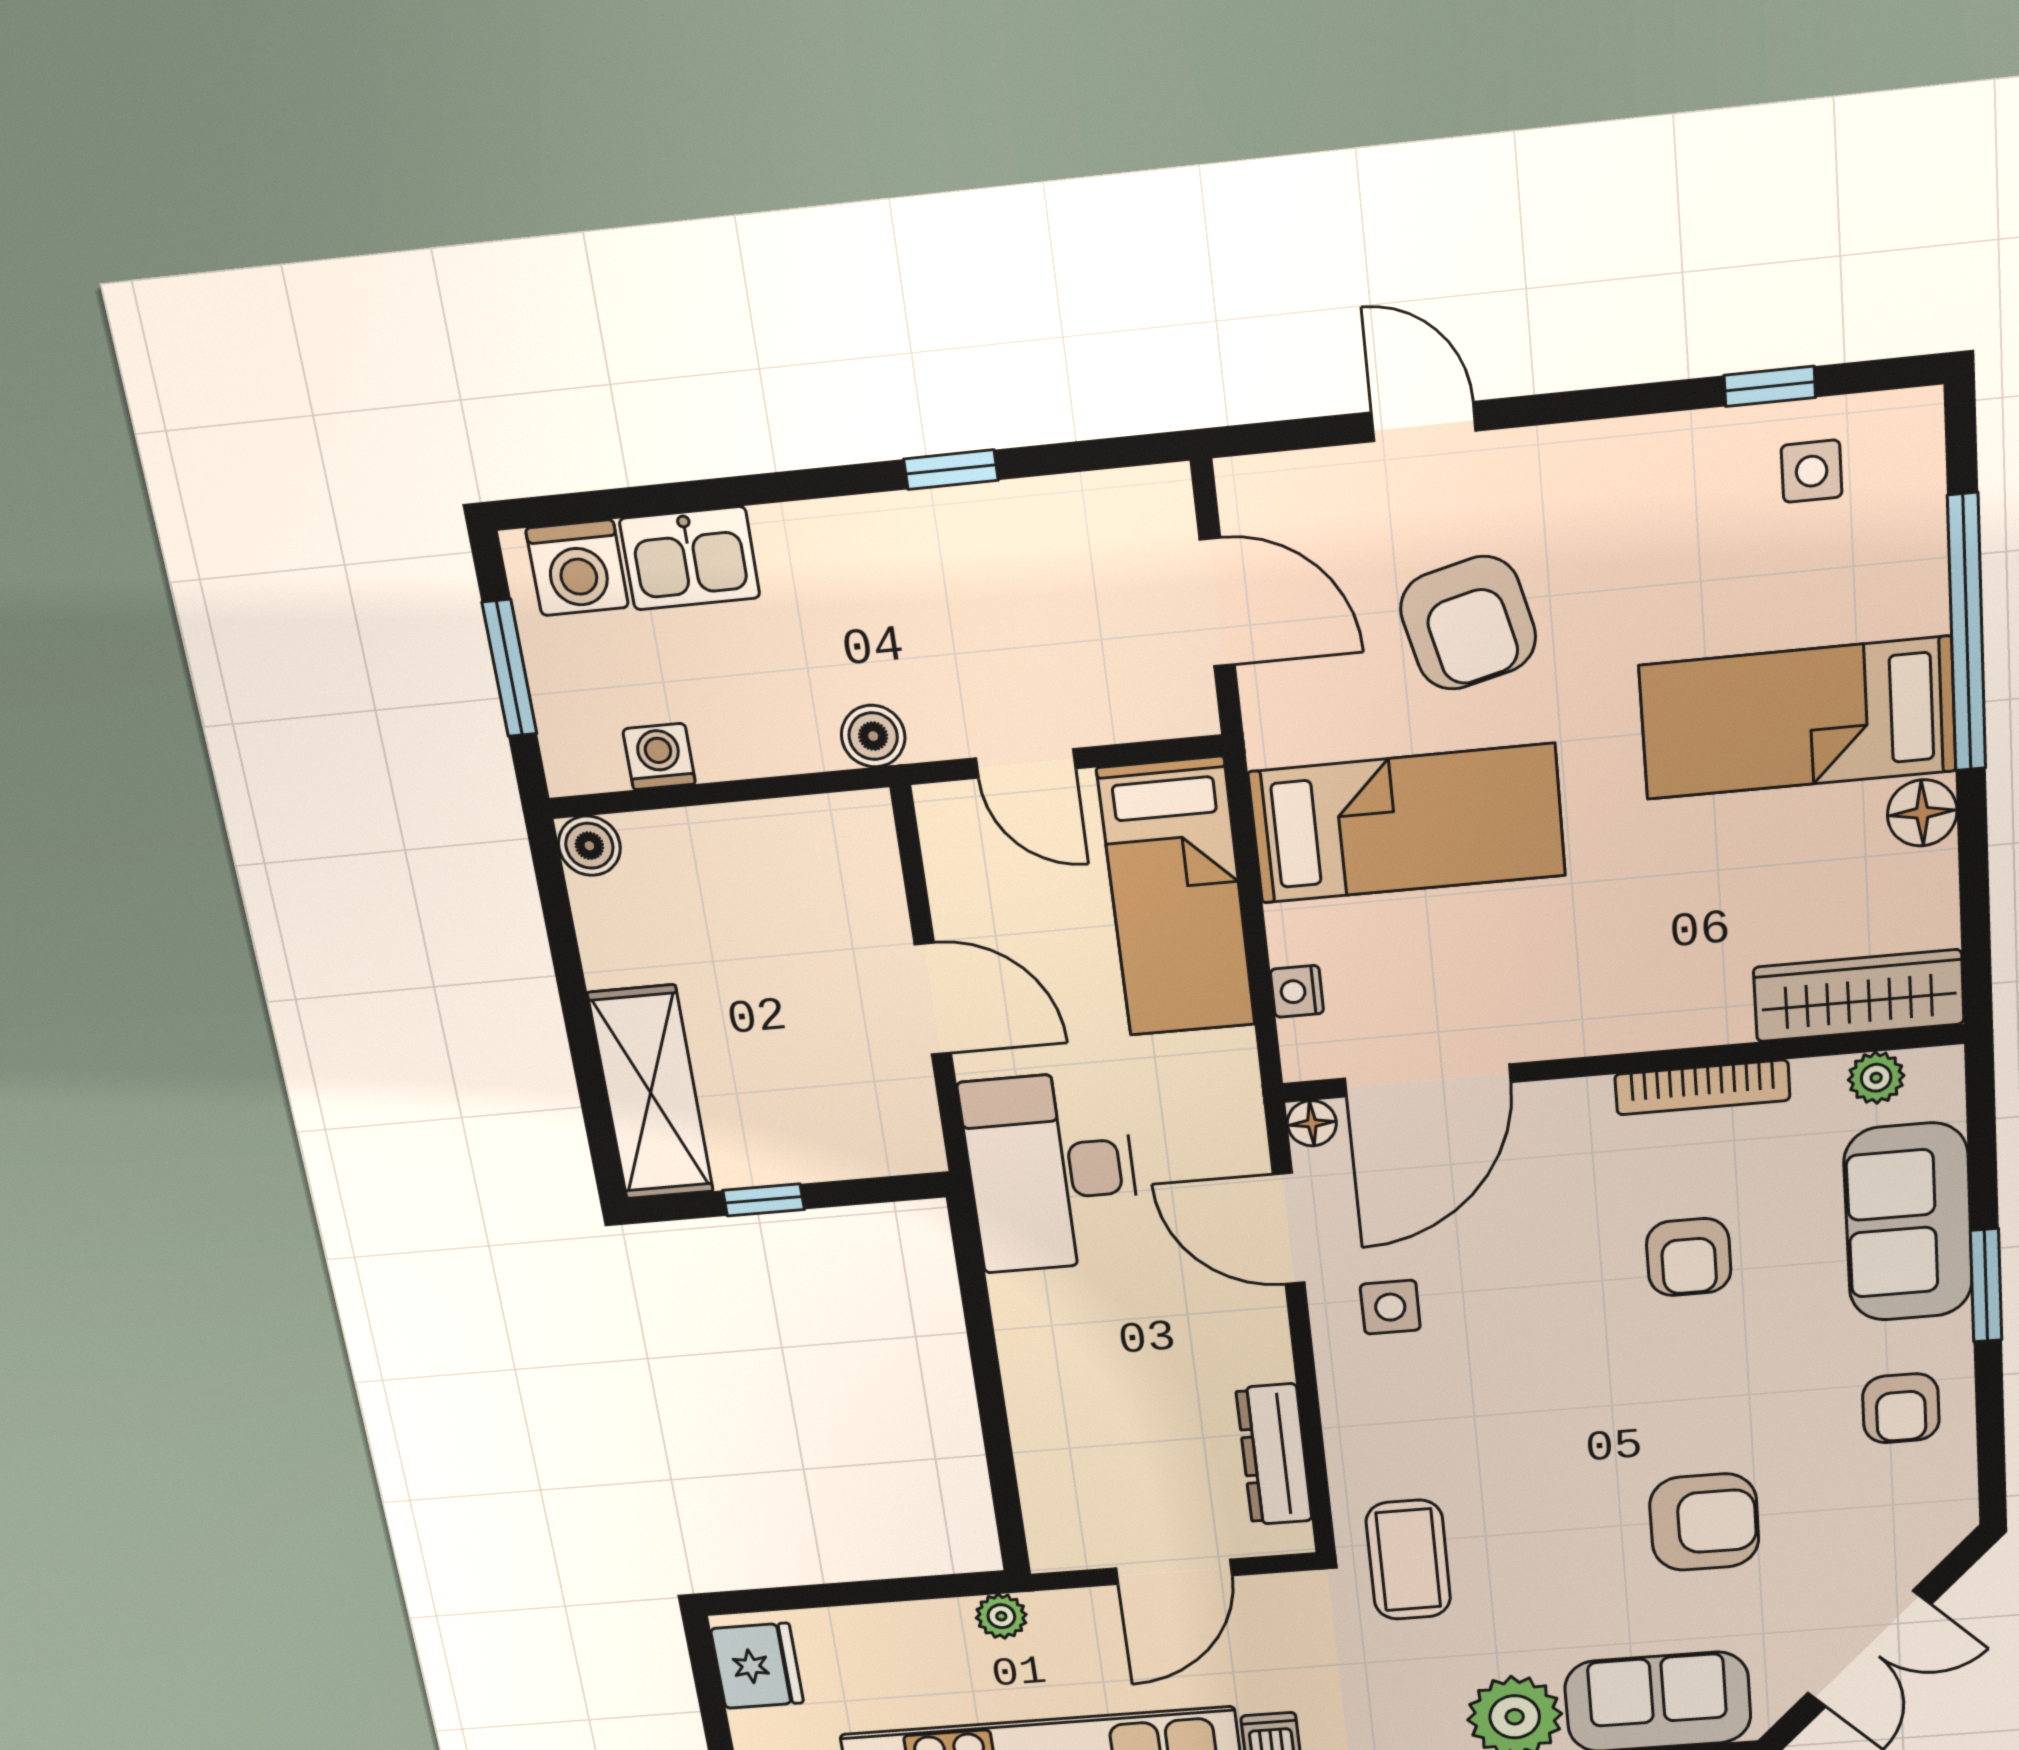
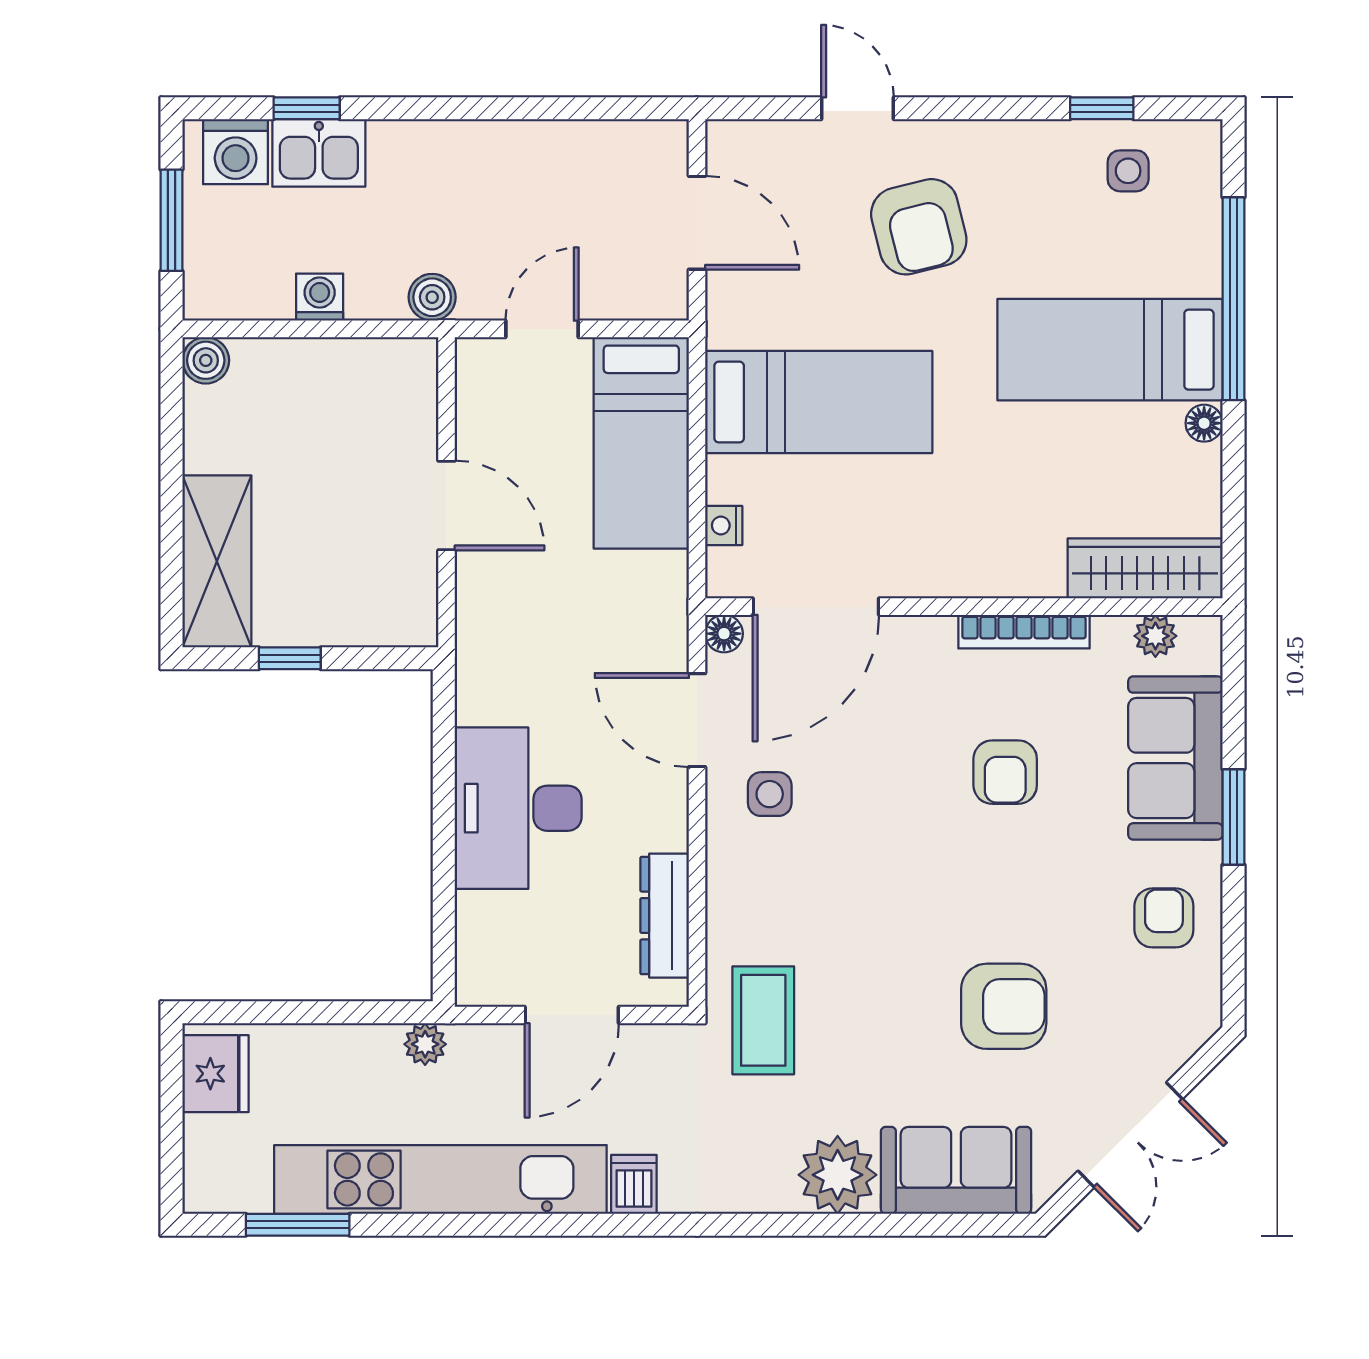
window: (951, 470) -> (307, 108), moved
armchair: (1468, 623) -> (919, 227), moved
washing machine: (659, 756) -> (320, 297), moved
door: (1026, 763) -> (542, 329), swing flipped
floor lamp: (1922, 813) -> (1204, 423), width x0.73, depth x0.73
desk: (1051, 1172) -> (518, 808), moved
armchair: (1901, 1408) -> (1164, 918), turned 180

